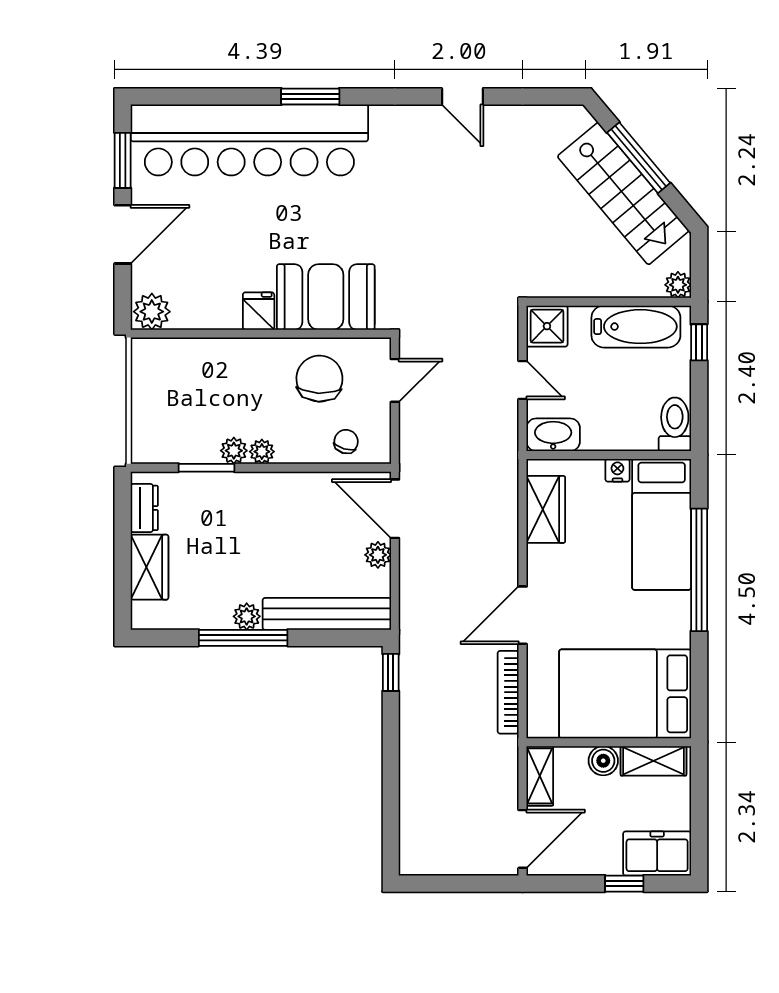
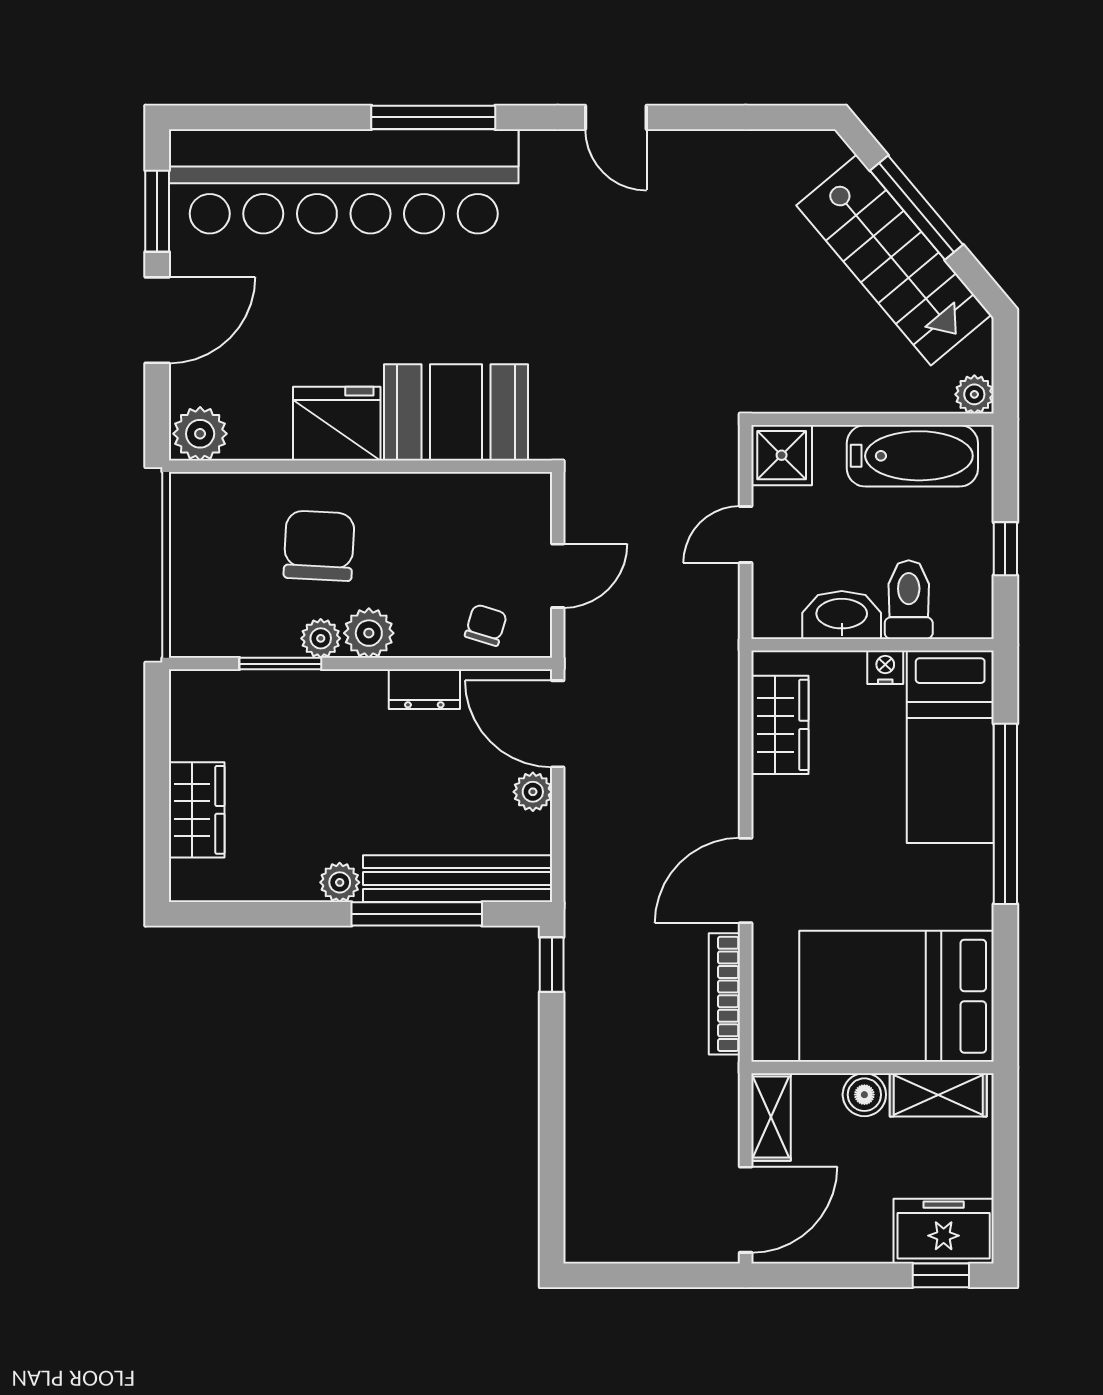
window: (310, 96) -> (433, 117), width x1.44
door: (462, 96) -> (616, 117), moved
fridge: (259, 311) -> (337, 424), width x1.88, depth x1.34
window: (699, 342) -> (1005, 549), moved
chair: (319, 379) -> (319, 546), moved
door: (395, 380) -> (558, 576), moved
door: (523, 380) -> (746, 534), swing flipped
toilet: (675, 424) -> (909, 600), moved
washbasin: (553, 435) -> (842, 615), moved
plant: (262, 452) -> (369, 633), width x1.38, depth x1.38
dresser: (144, 508) -> (424, 689), moved, turned 90
window: (243, 638) -> (417, 914), moved
window: (624, 884) -> (941, 1275), moved

